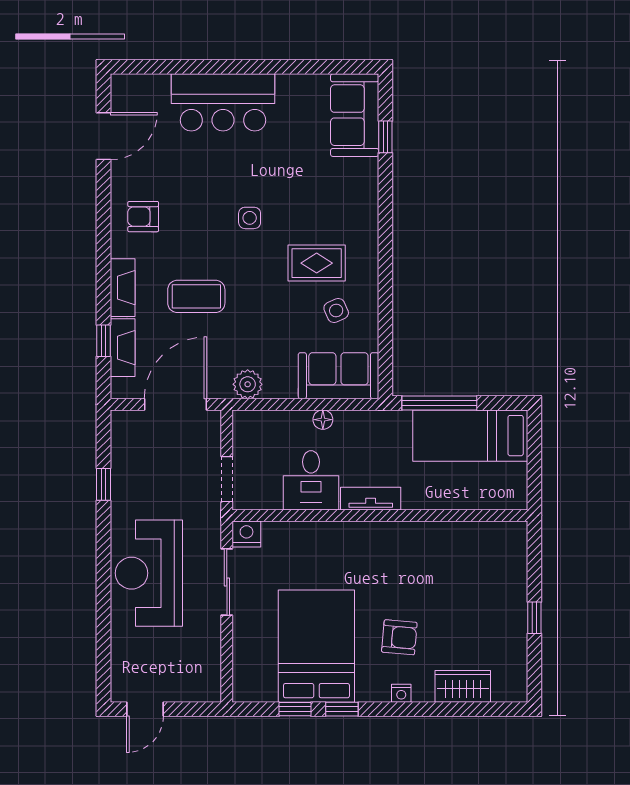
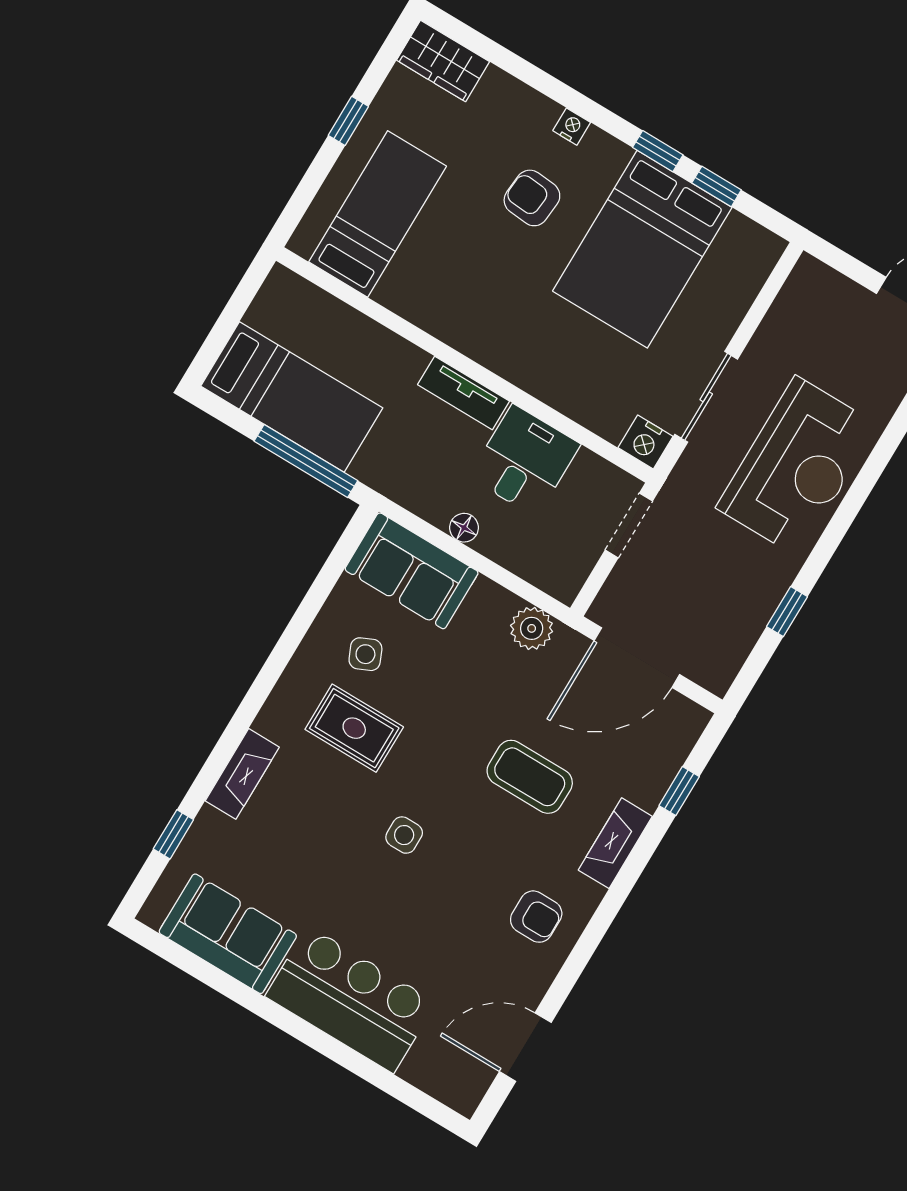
sofa: (355, 115) -> (228, 934), moved, turned -90
fireplace: (123, 348) -> (242, 774), moved, turned 180
bed: (484, 573) -> (378, 214), added
wardrobe: (463, 686) -> (443, 61), moved

